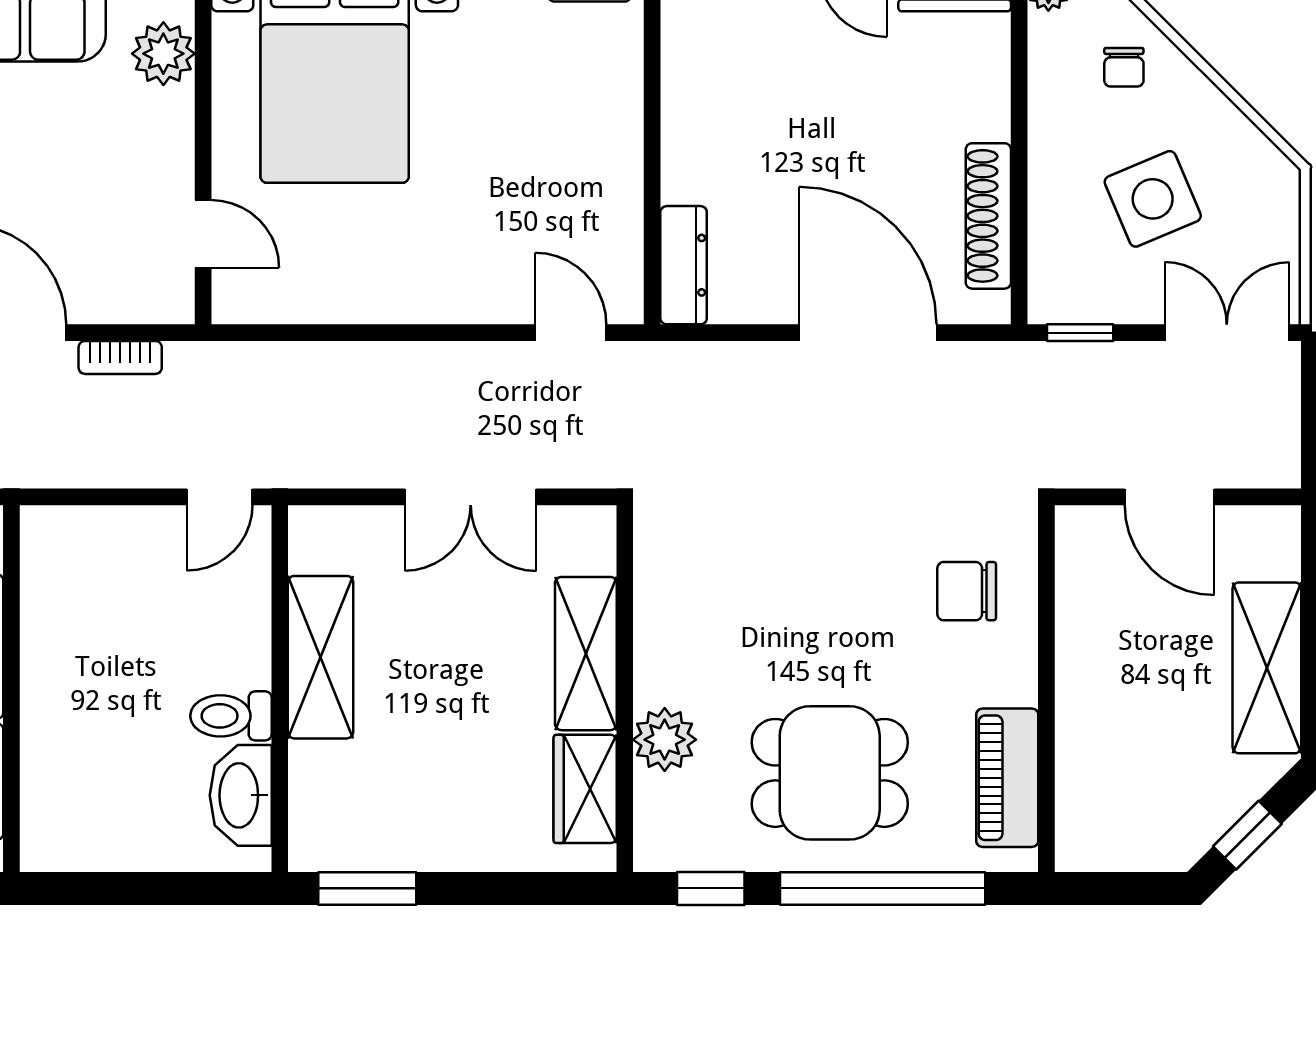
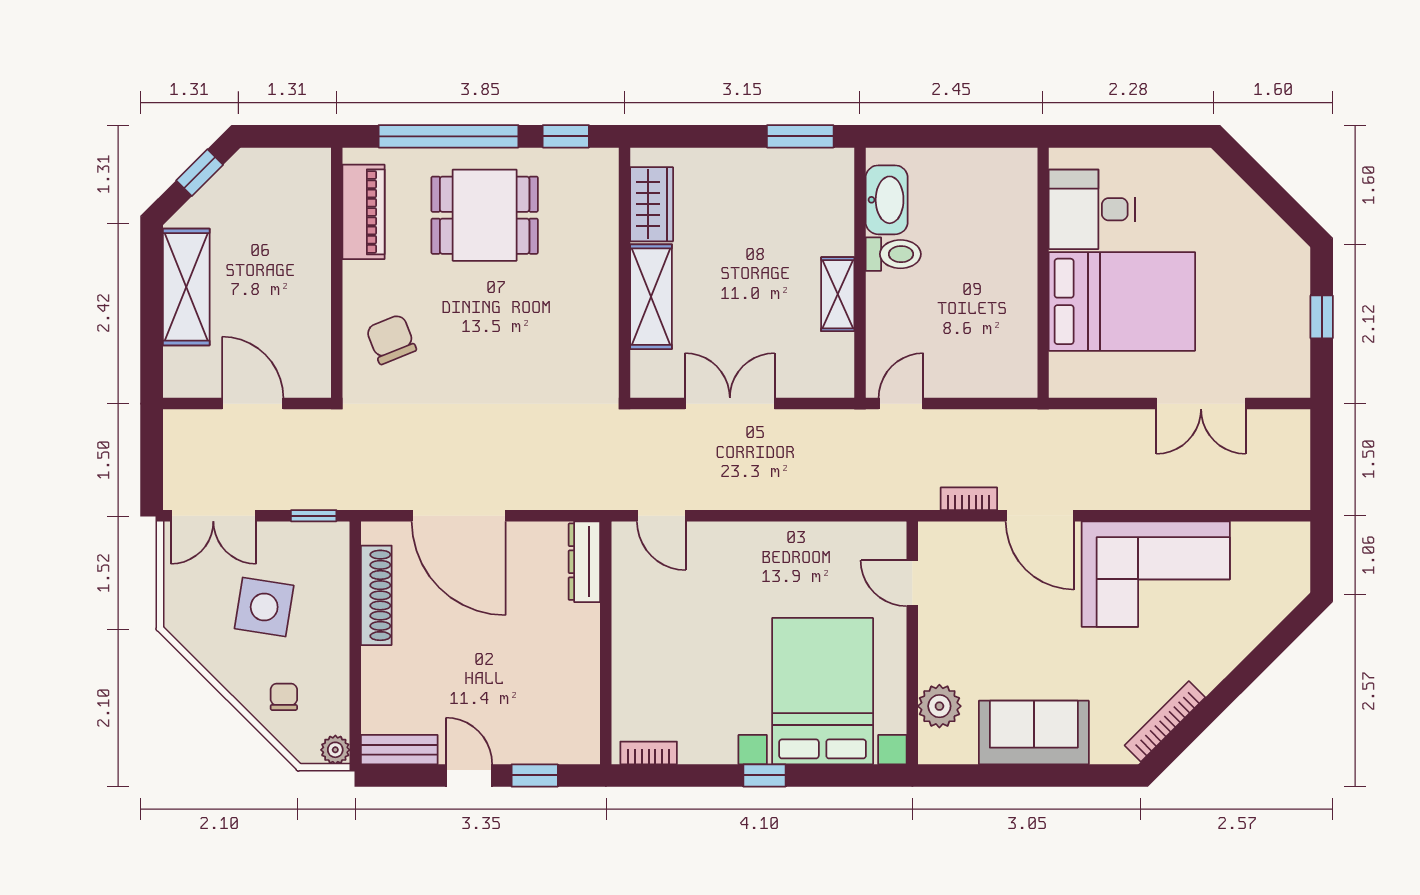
side table: (1153, 199) -> (264, 607), turned 32
chair: (967, 591) -> (391, 339), turned -112
shelving: (321, 657) -> (838, 294), width x0.67, depth x0.75
plant: (665, 740) -> (597, 238), removed

